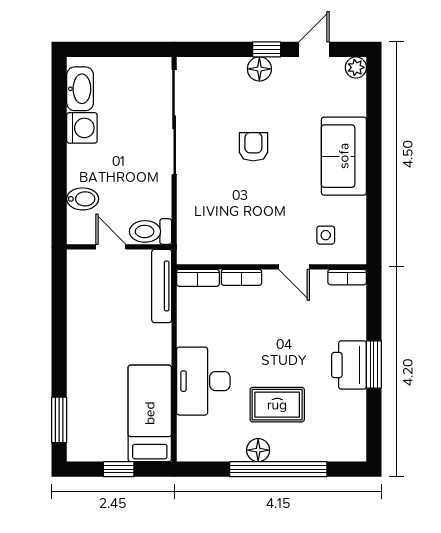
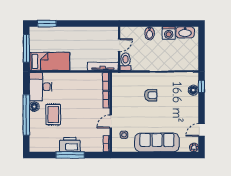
window: (267, 49) -> (201, 86), moved
door: (314, 49) -> (201, 130), swing flipped
floor lamp: (259, 69) -> (193, 90), moved
armchair: (253, 147) -> (151, 95), moved
sofa: (344, 156) -> (157, 142), width x1.36
bidet: (83, 199) -> (150, 33), moved
window: (374, 364) -> (70, 155), width x1.44
desk: (203, 381) -> (41, 87), moved, turned -90
window: (119, 469) -> (26, 48), width x2.17

